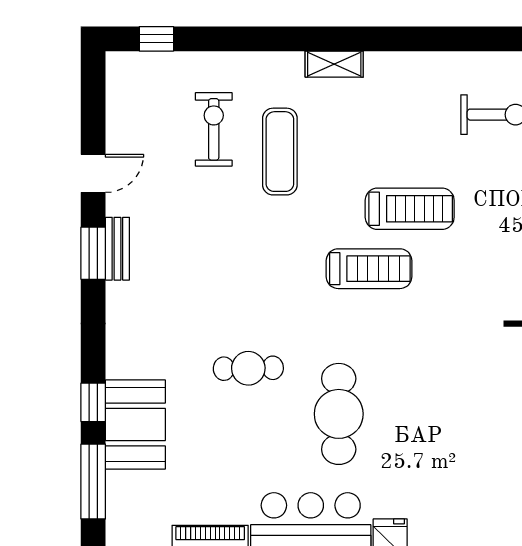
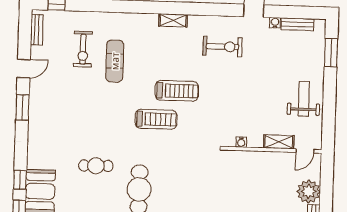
shelving: (334, 64) -> (173, 20), moved
exercise bike: (214, 129) -> (83, 49), turned 180
bench: (117, 249) -> (37, 30), moved

